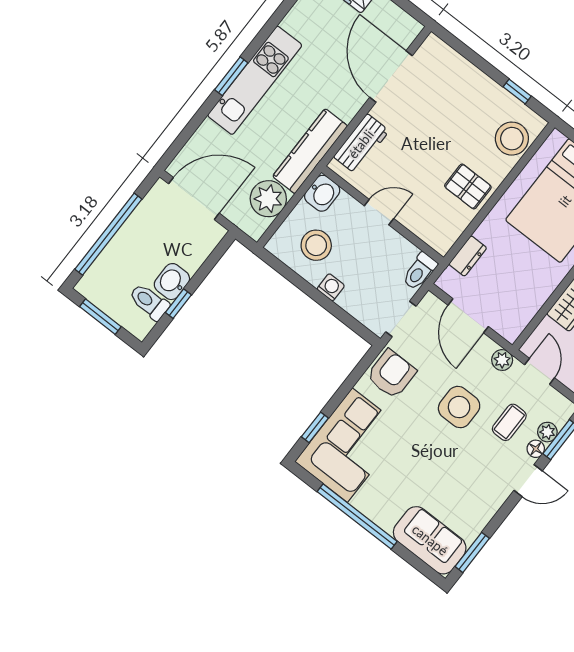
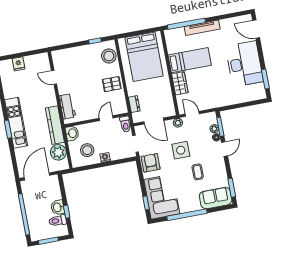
door: (391, 76) -> (54, 77), width x0.53
door: (379, 212) -> (106, 118), moved
coffee table: (509, 422) -> (198, 172), moved

